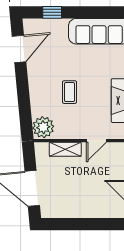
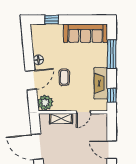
door: (19, 49) -> (31, 80), moved
floor lamp: (34, 68) -> (38, 60), added

